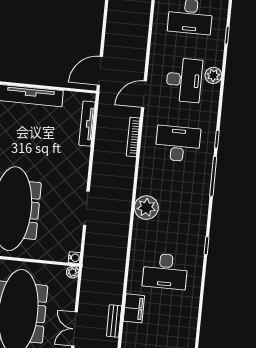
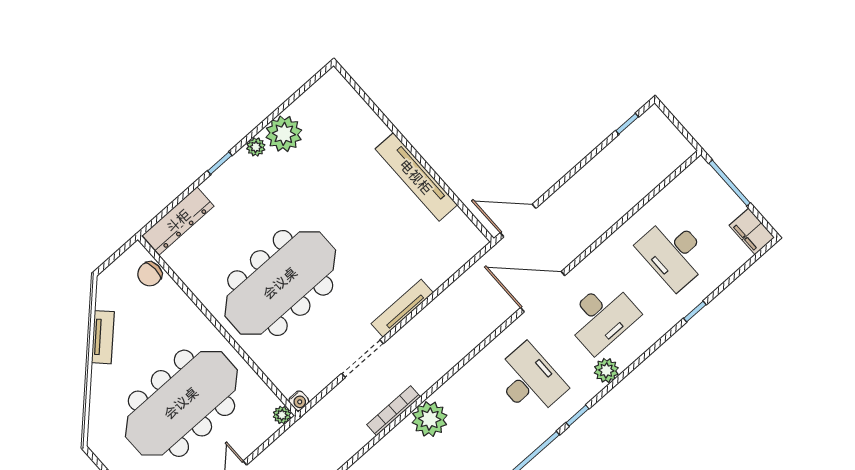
plant: (213, 75) -> (606, 370), moved
door: (144, 94) -> (543, 292), width x1.36
tv unit: (87, 124) -> (402, 308), moved
bookcase: (133, 137) -> (394, 411), moved

